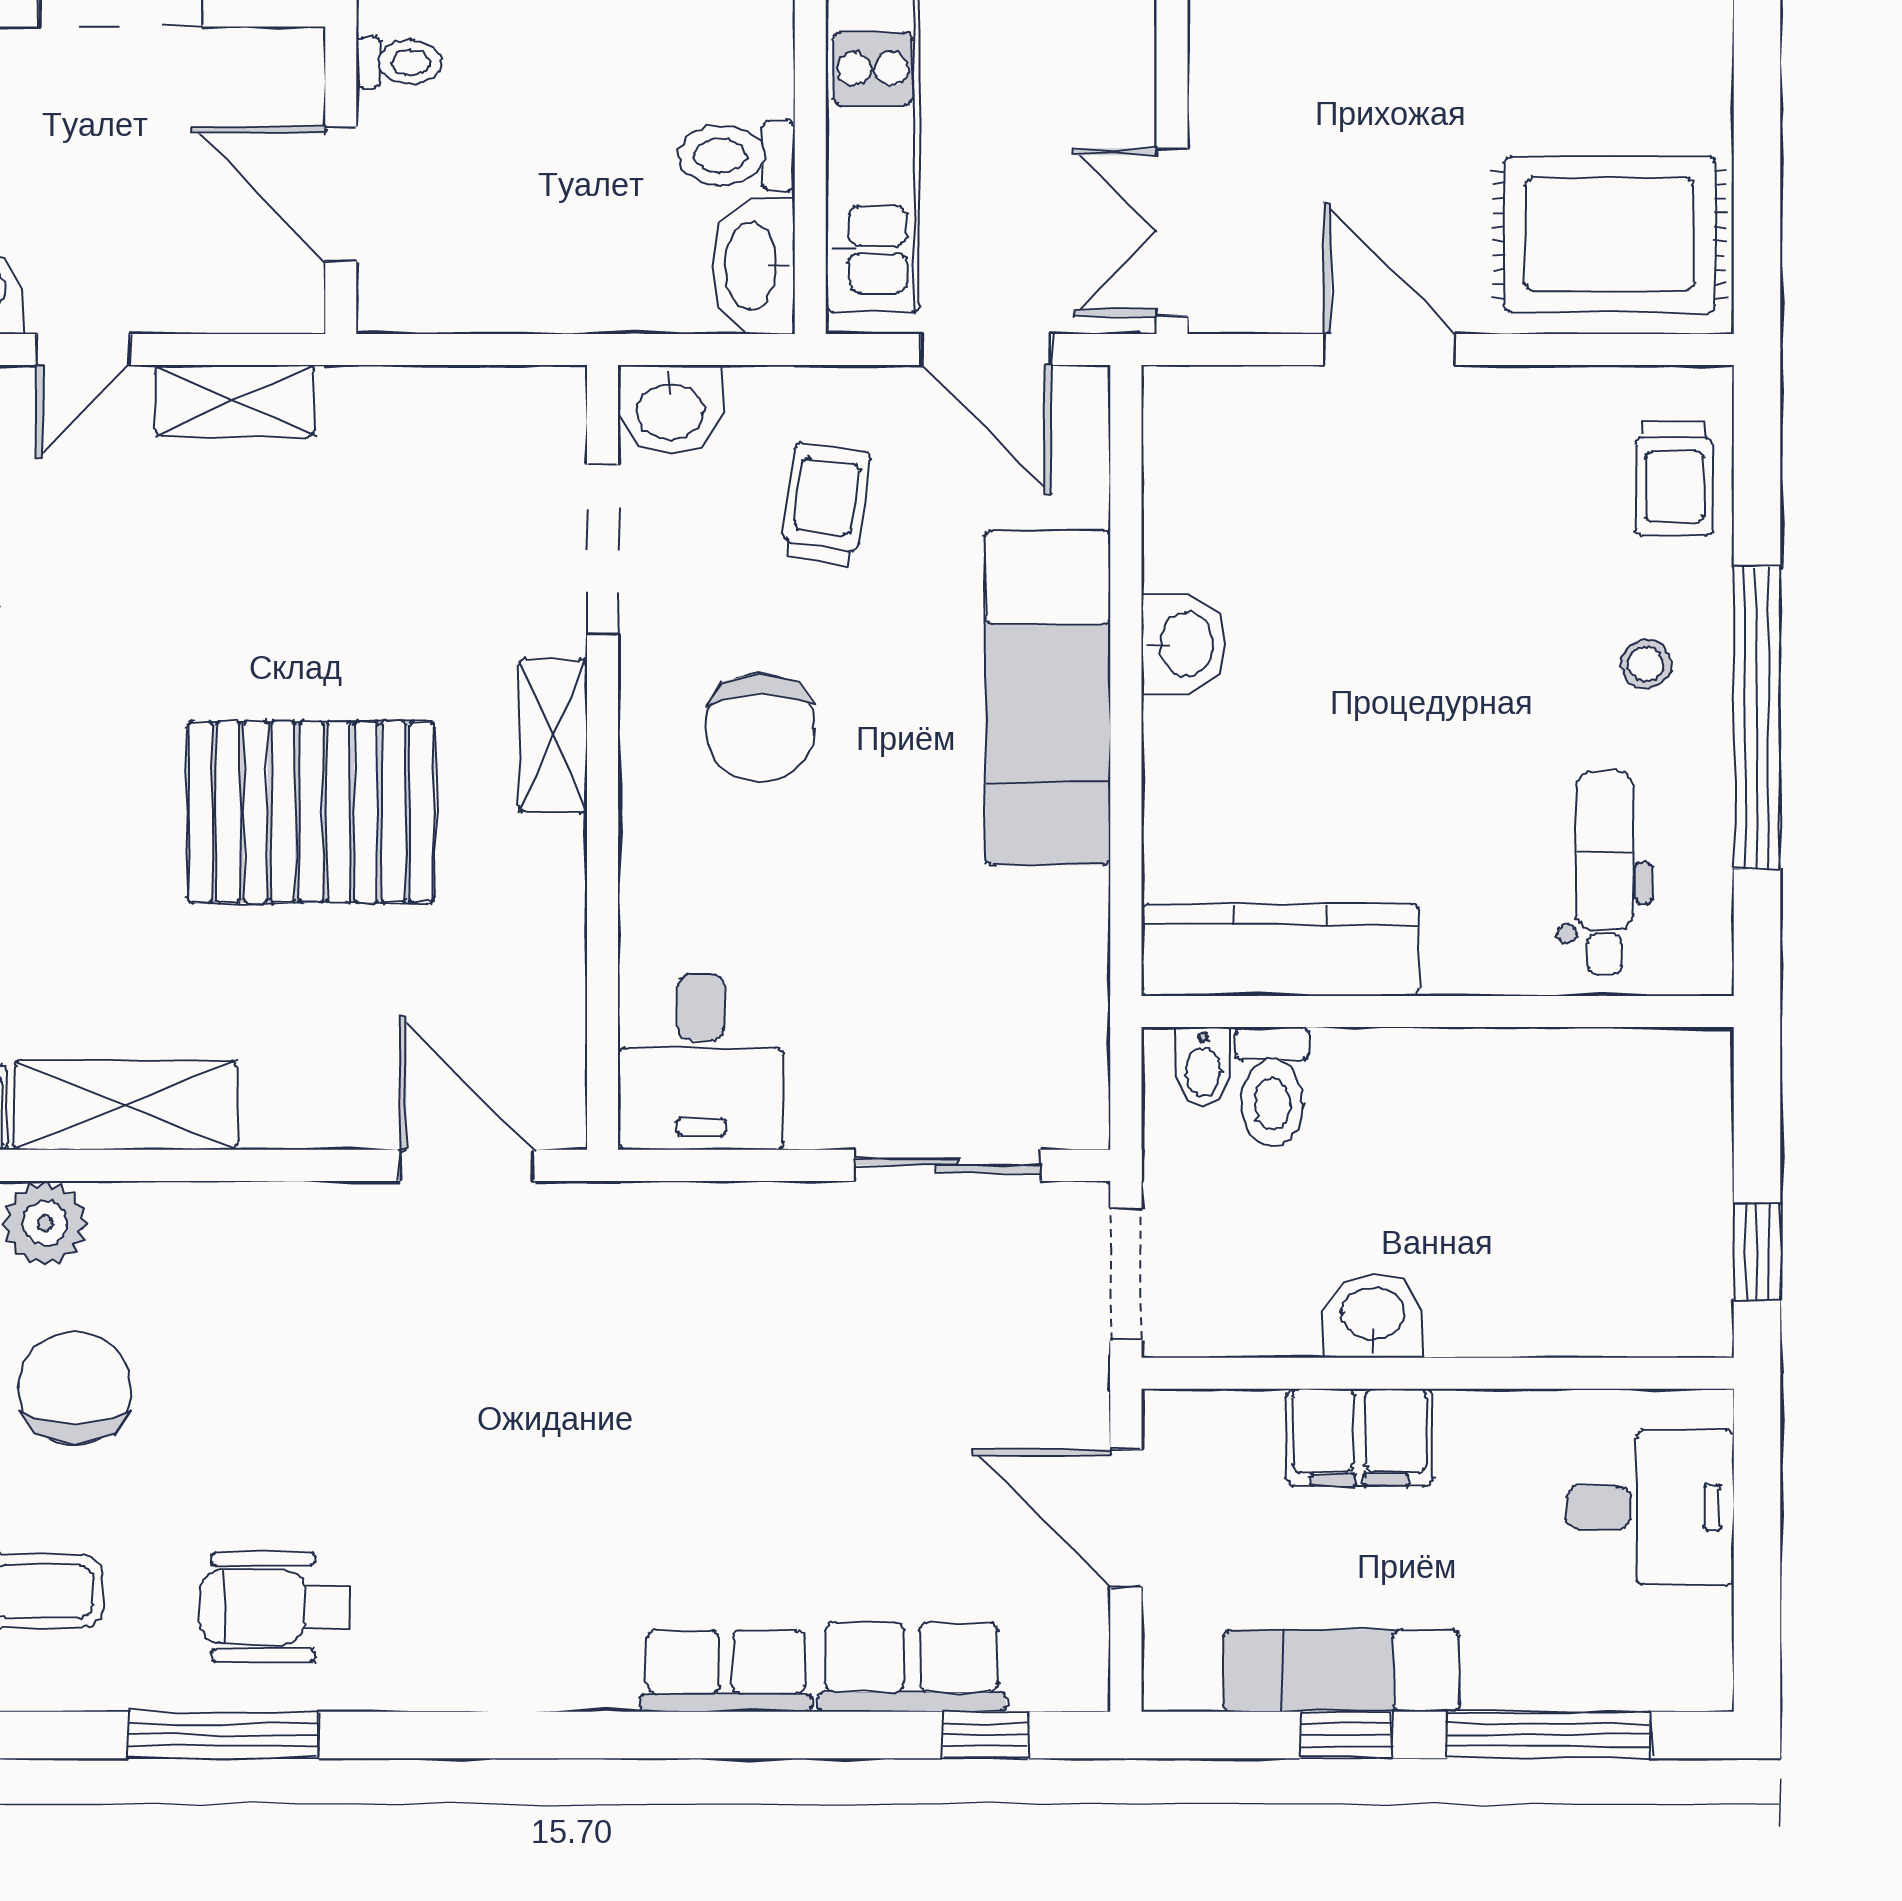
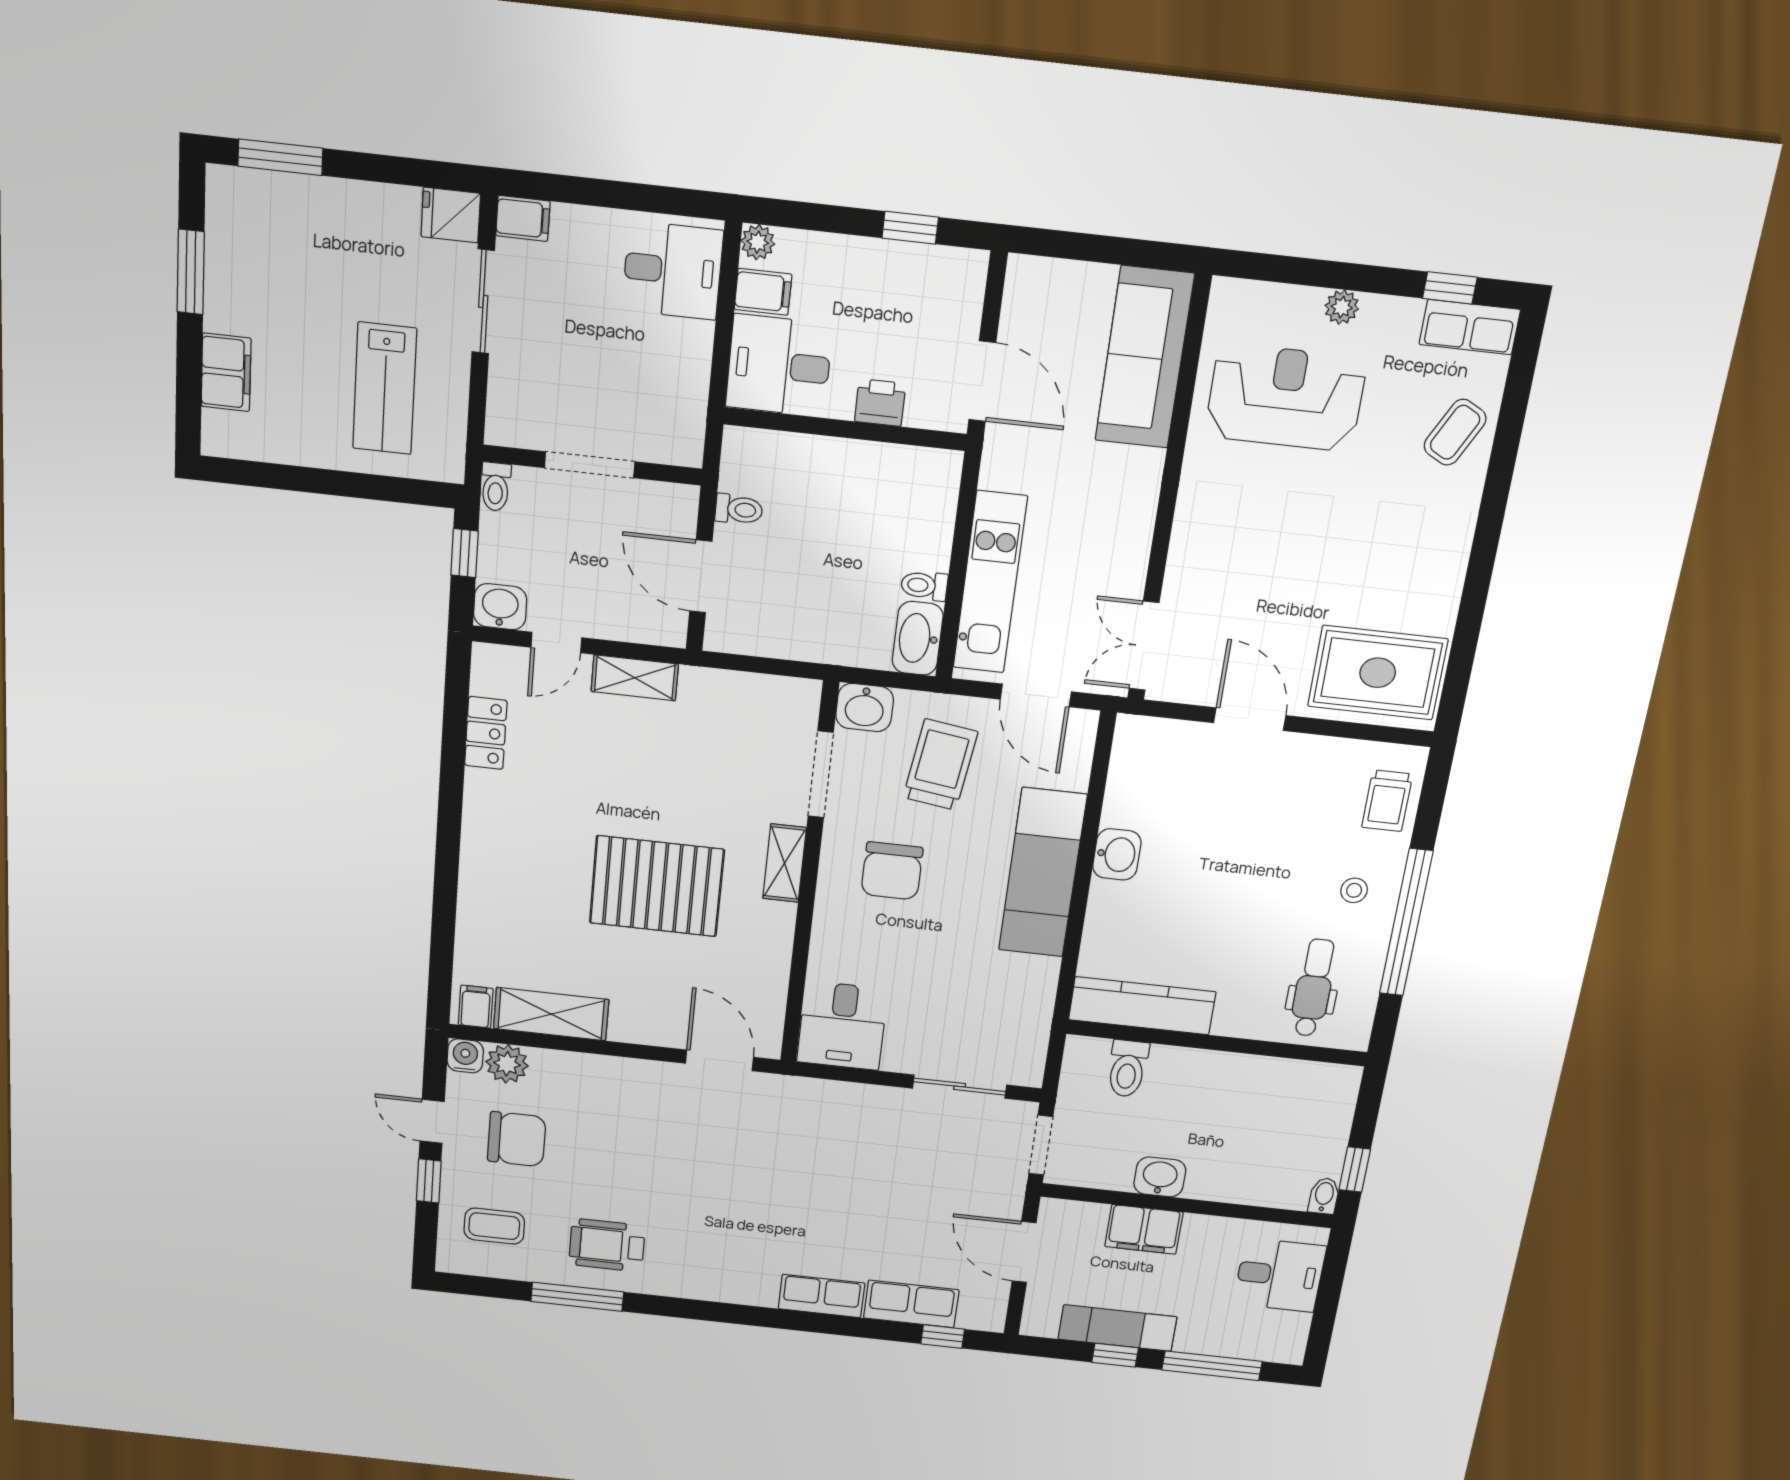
toilet: (737, 155) -> (924, 586), width x0.73, depth x0.72
trolley: (826, 505) -> (940, 765), width x1.36, depth x1.39
bidet: (1203, 1067) -> (1324, 1196), moved, turned 180
chair: (75, 1388) -> (517, 1139), turned 90

